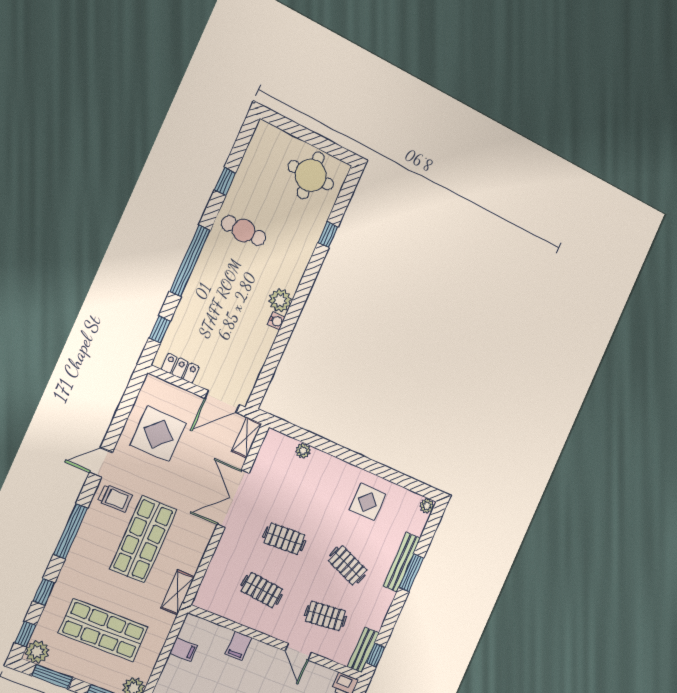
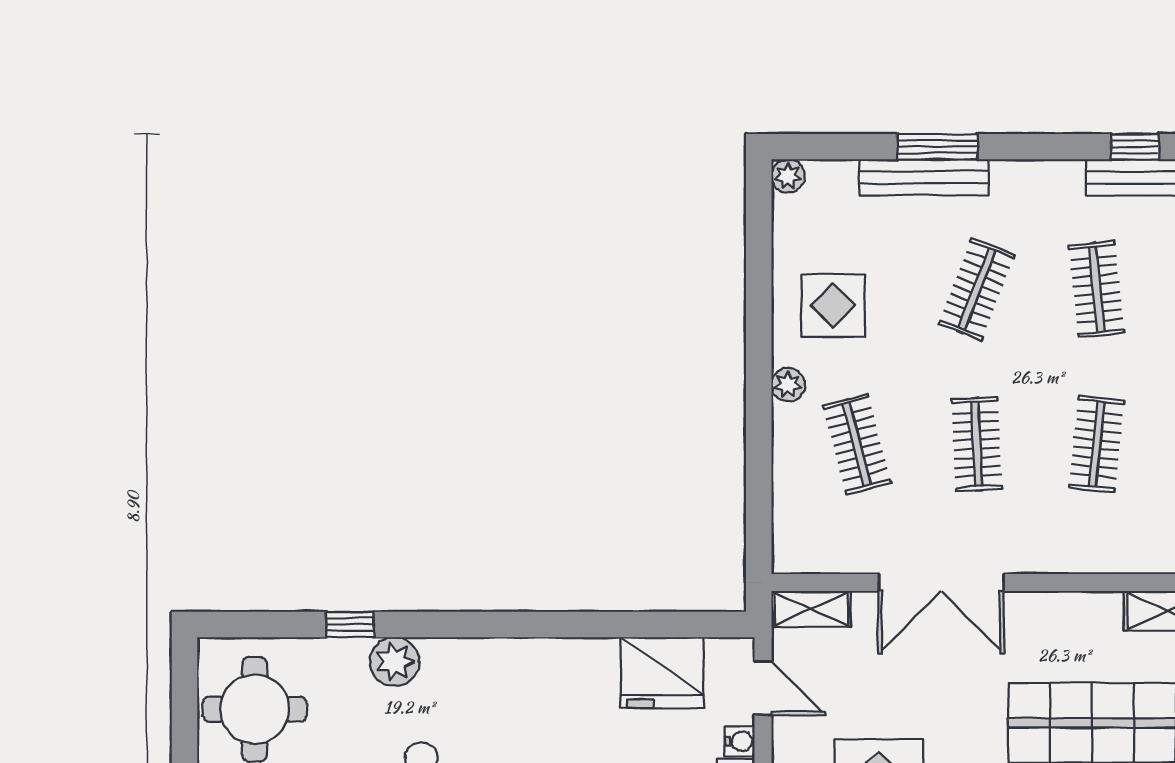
plant: (280, 300) -> (395, 662), moved
water cooler: (276, 321) -> (740, 741), moved, turned 90
fridge: (248, 360) -> (662, 673), added
door: (222, 401) -> (763, 688), width x0.73
plant: (303, 451) -> (788, 385), moved
clothes rail: (307, 487) -> (857, 444), added

